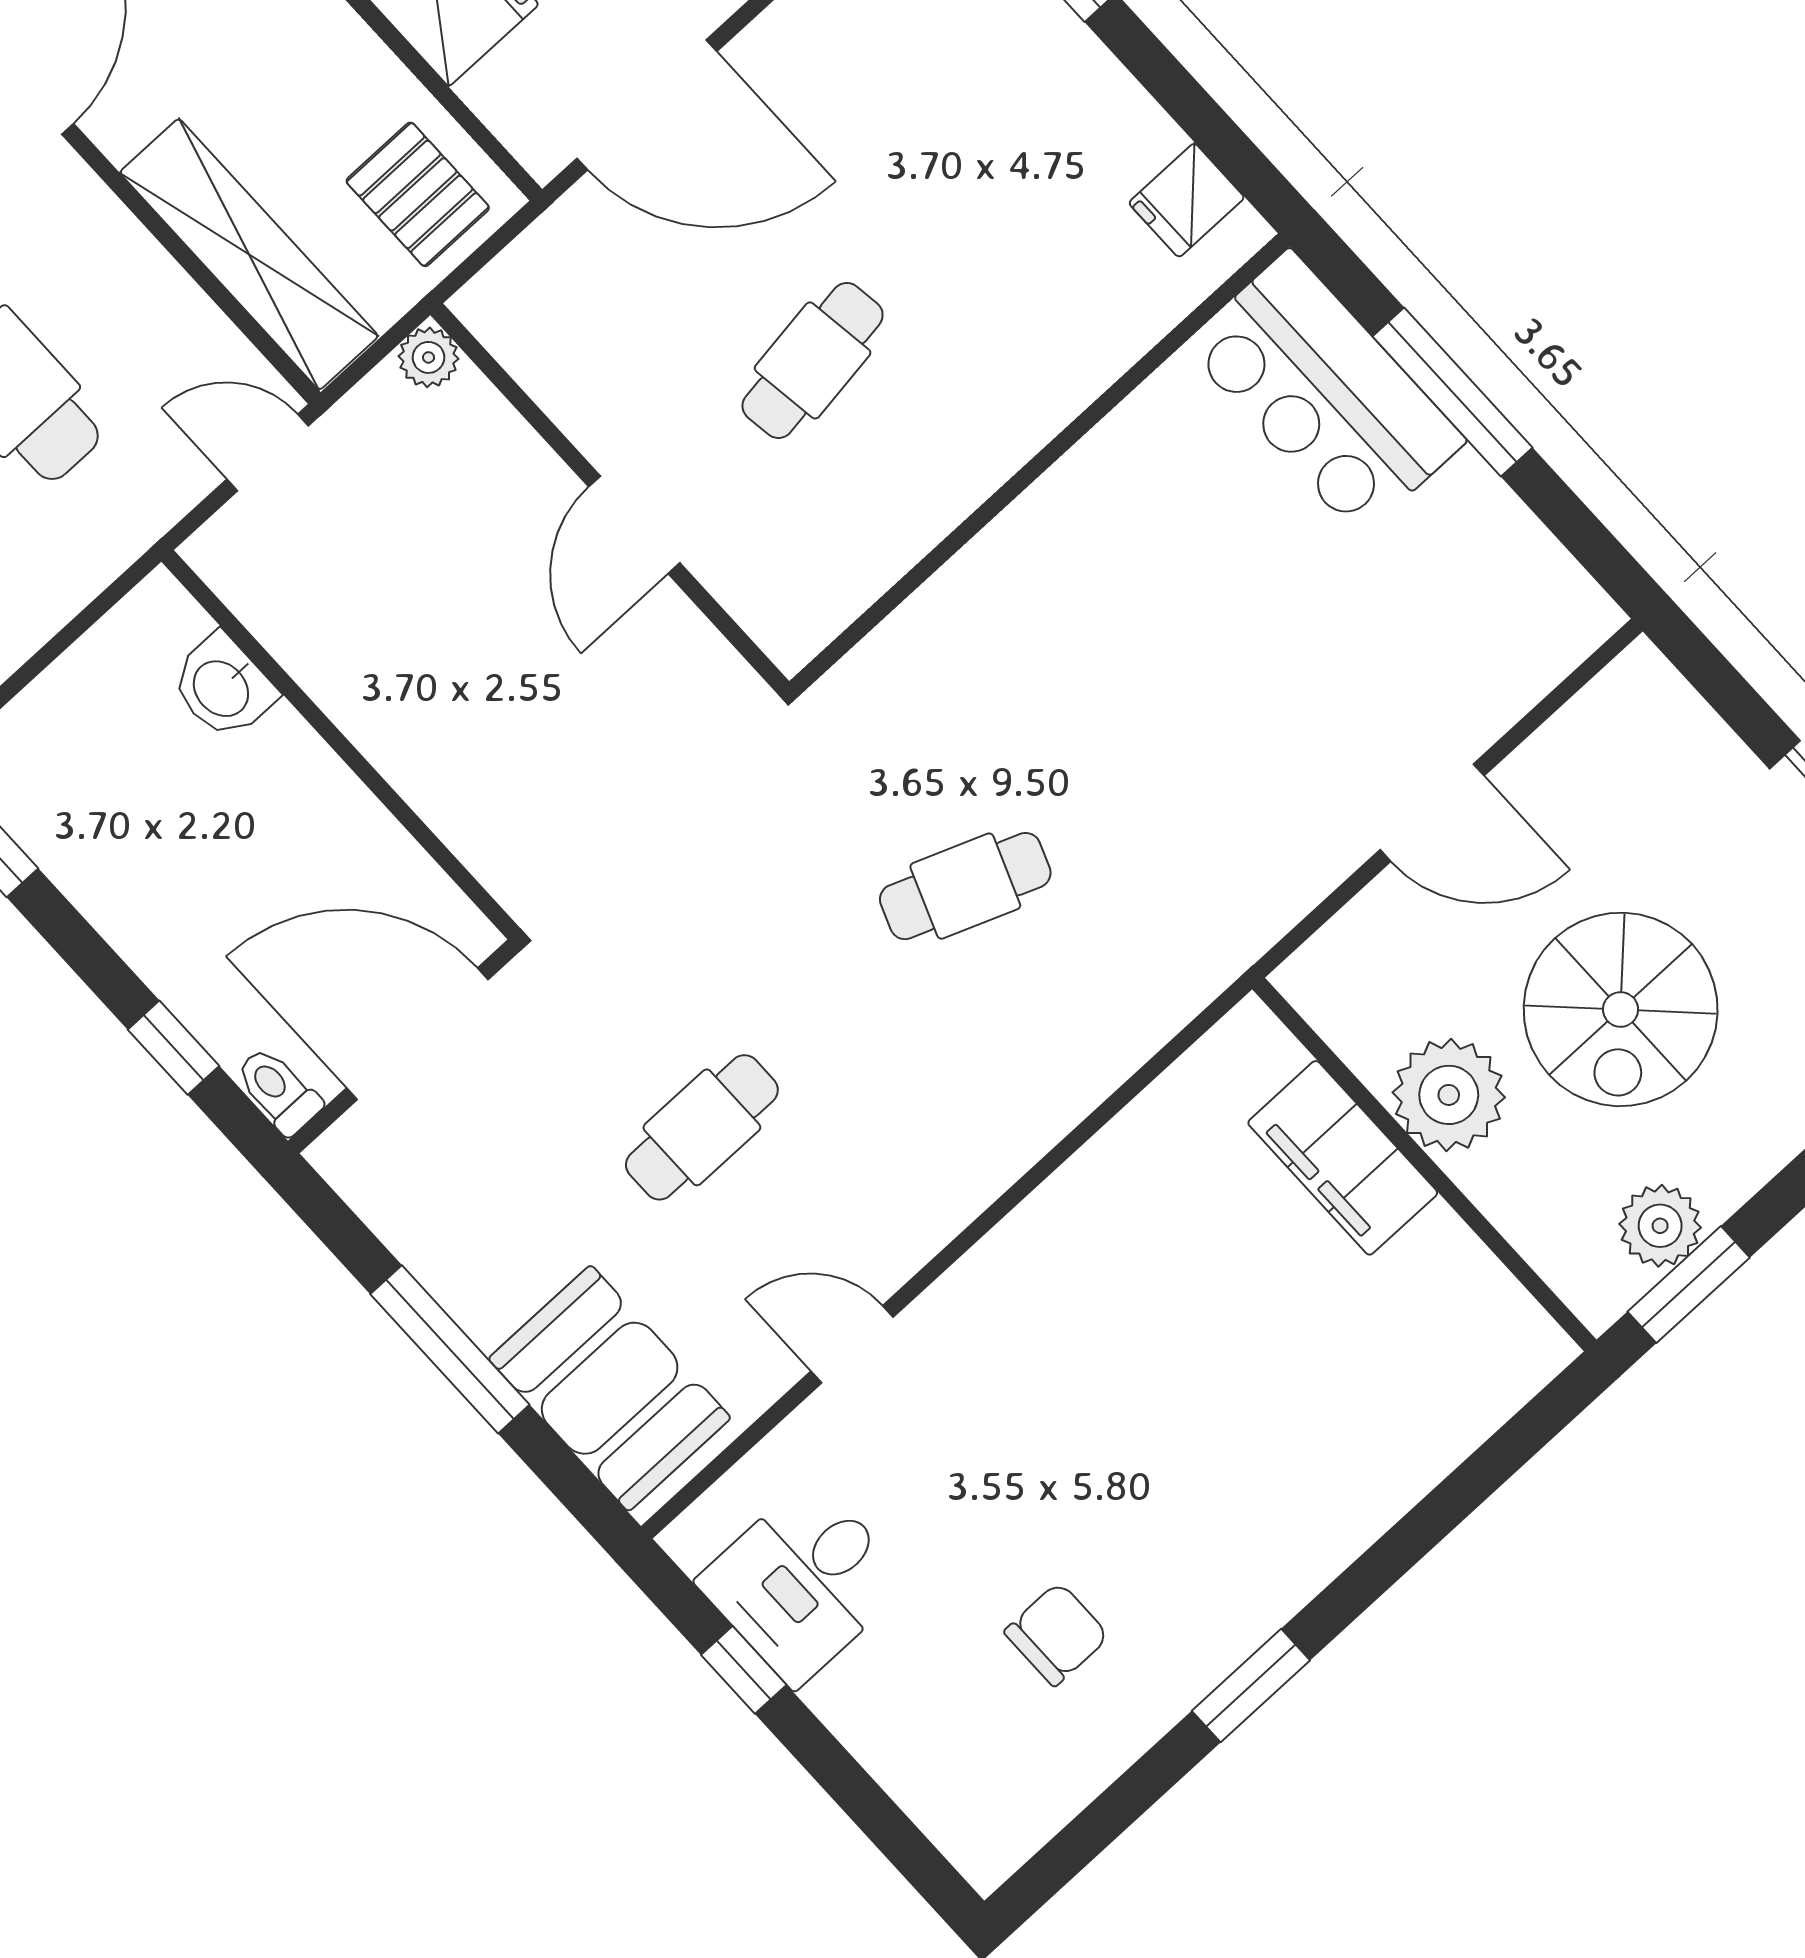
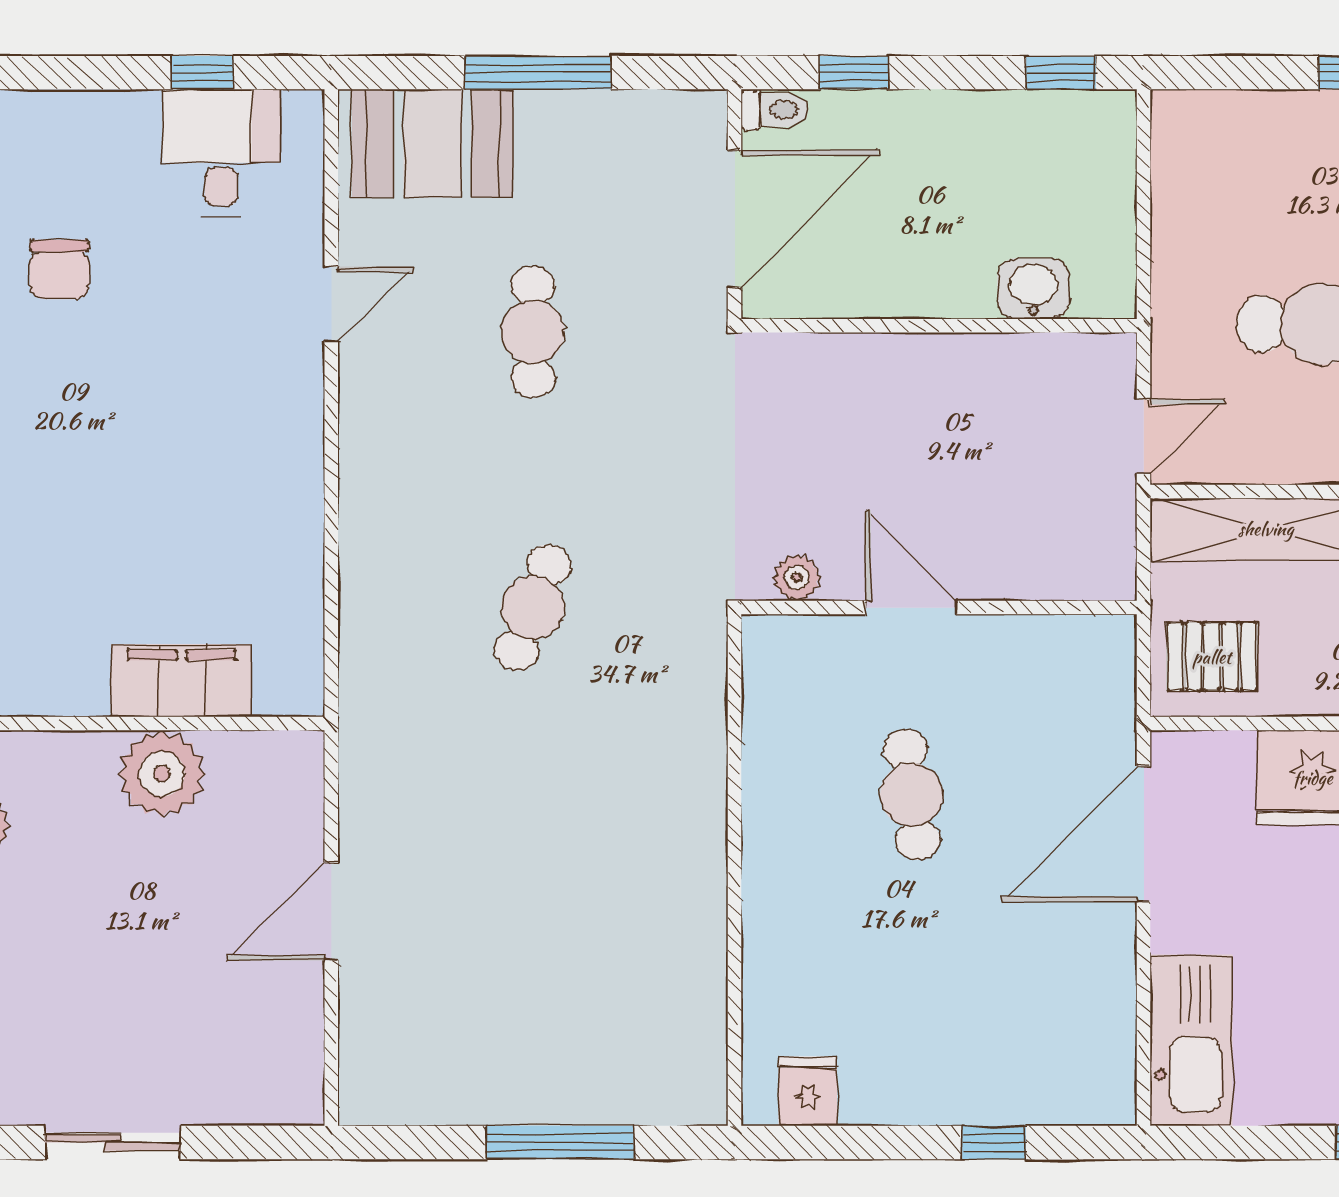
plant: (428, 357) -> (797, 578), moved
bar counter: (1325, 393) -> (626, 1069), removed
spiral stairs: (1621, 1009) -> (121, 916), removed

